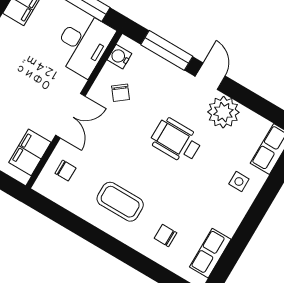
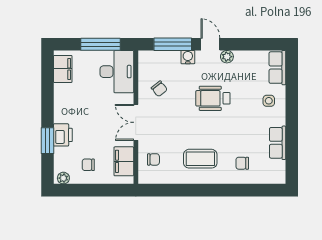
water cooler: (119, 57) -> (188, 57), moved, turned 90
plant: (223, 112) -> (227, 57), width x0.53, depth x0.53
double door: (70, 116) -> (136, 122), swing flipped
row of seats: (210, 253) -> (278, 143), moved

